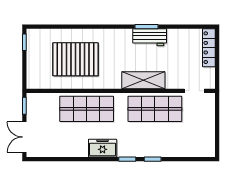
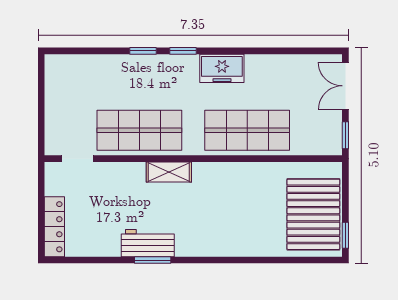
pallet: (75, 59) -> (313, 214), moved, turned 90
shelving: (143, 80) -> (169, 172), width x0.67, depth x0.75
double door: (24, 137) -> (345, 86), swing flipped

